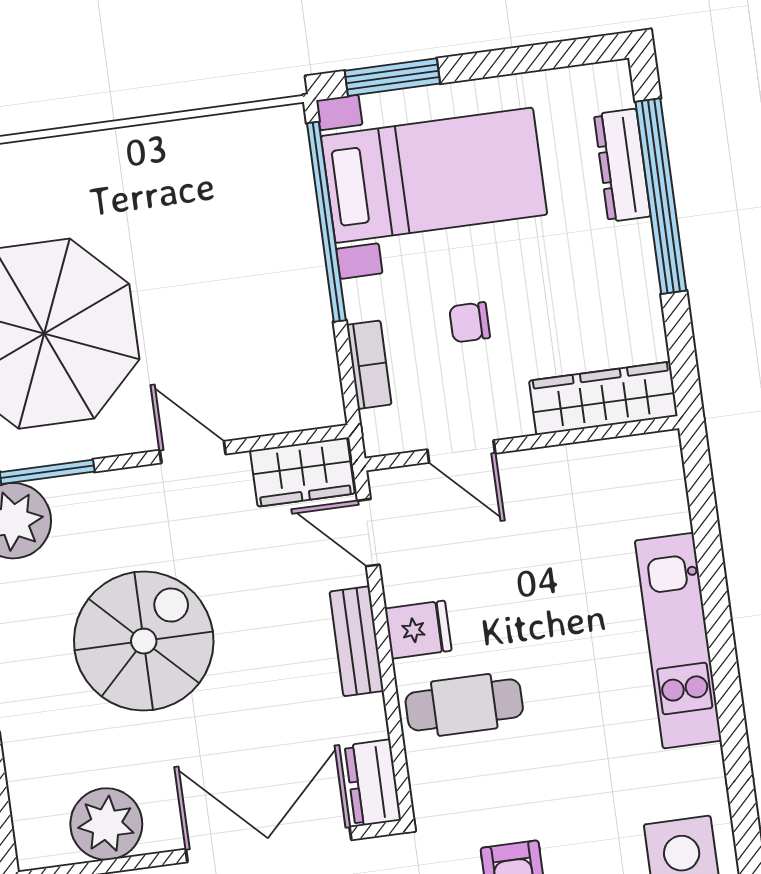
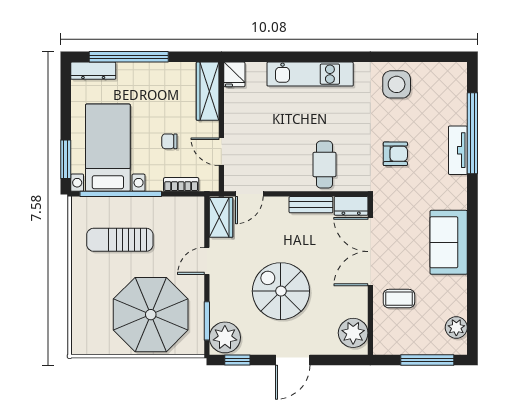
dresser: (622, 165) -> (93, 71), moved
sun lounger: (215, 235) -> (120, 240), added
chair: (470, 322) -> (169, 141), turned 90
door: (461, 452) -> (221, 152), swing flipped
fridge: (418, 630) -> (234, 74), moved, turned 180
bench: (357, 641) -> (311, 205), moved
plant: (106, 824) -> (353, 333), moved

